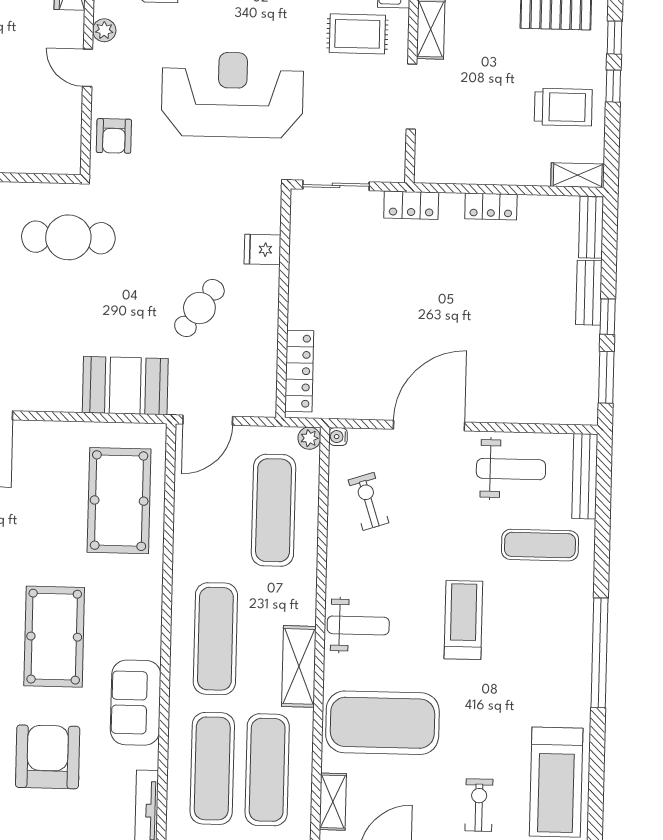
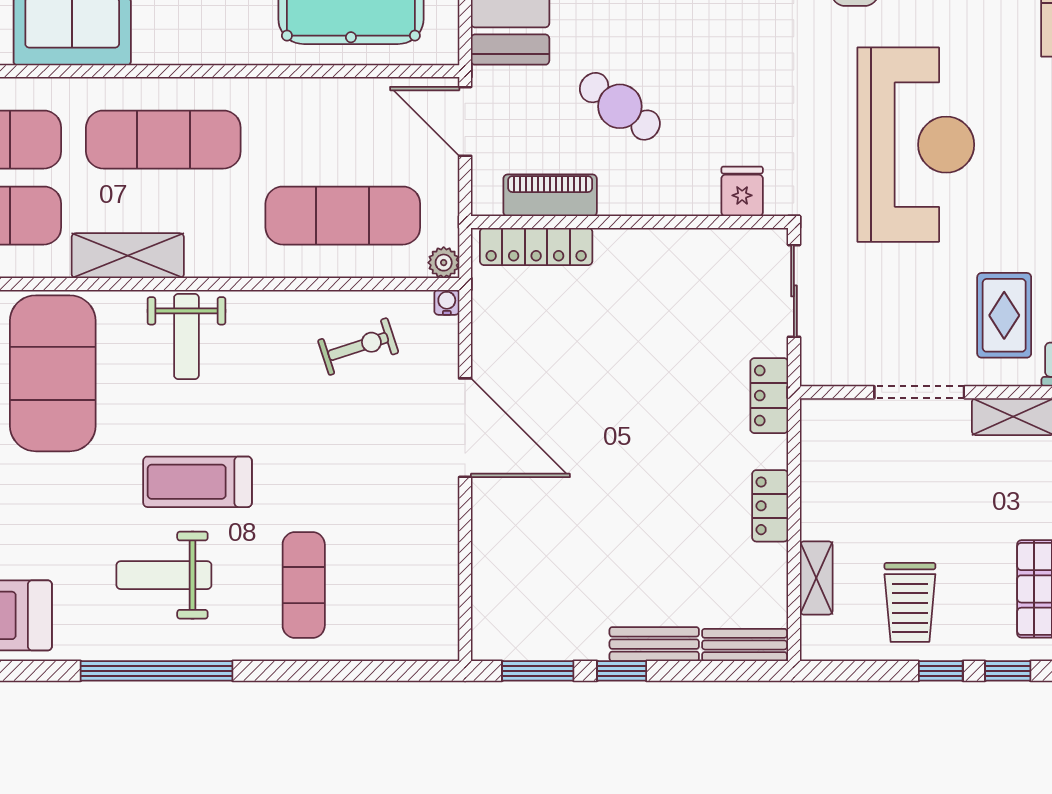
shelving: (578, 175) -> (816, 578), moved
fridge: (262, 249) -> (742, 191), moved
piano: (263, 360) -> (550, 195), added
weight bench: (511, 469) -> (164, 575), moved, turned 90
bench: (585, 476) -> (400, 645), removed
treadmill: (463, 620) -> (197, 482), turned 180

